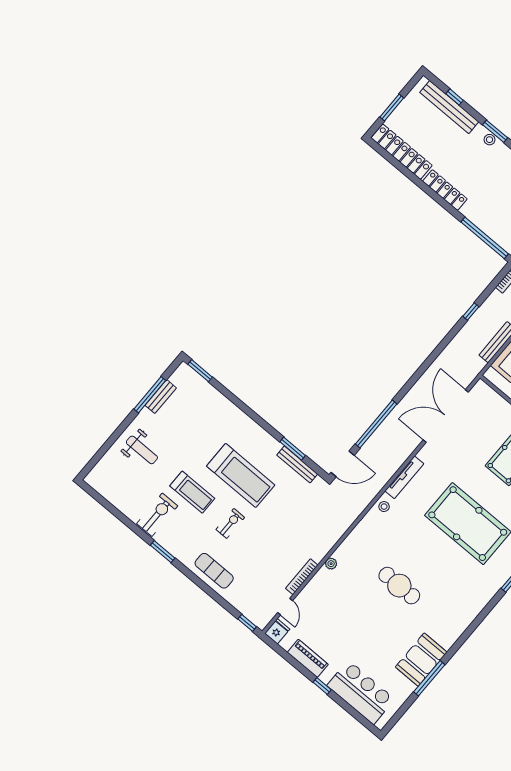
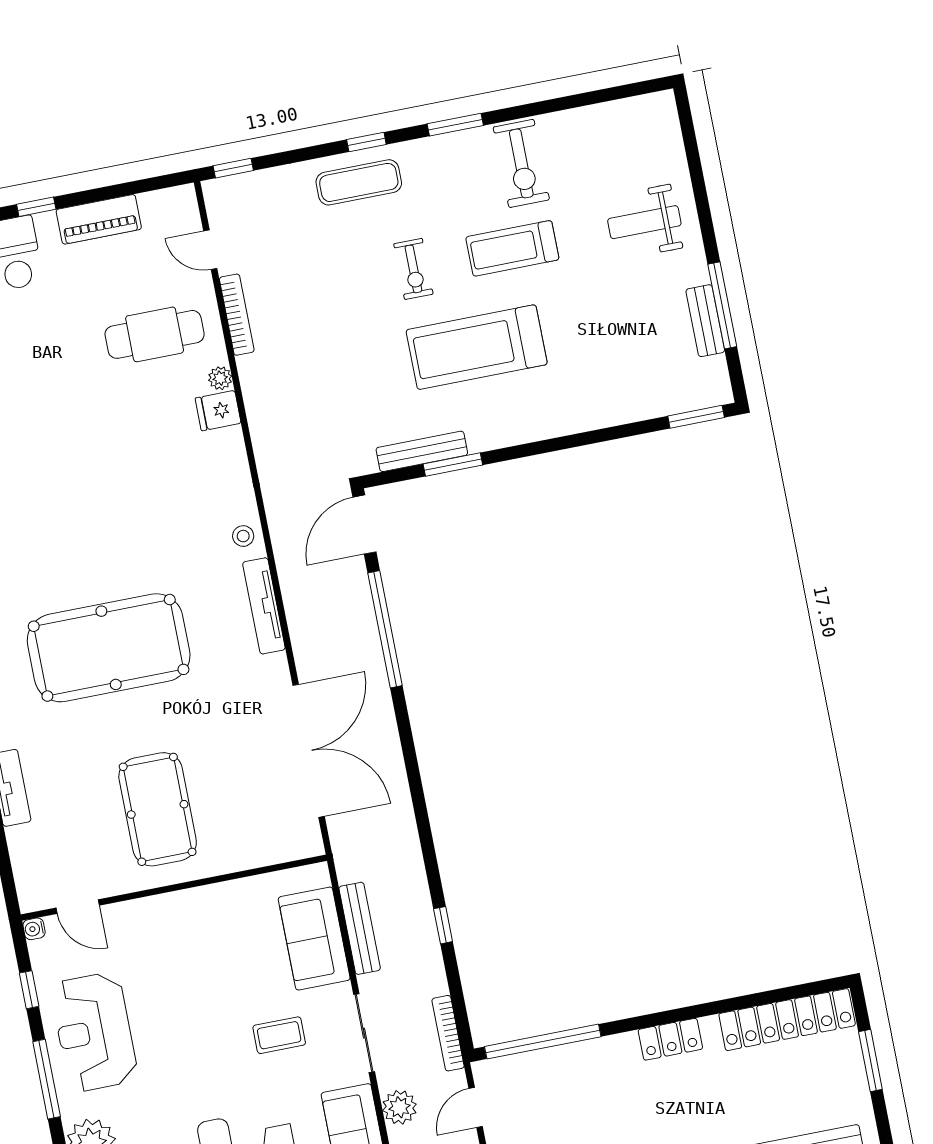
locker: (445, 190) -> (670, 1039), width x0.66
window: (196, 580) -> (366, 142), added
cafe table: (399, 586) -> (155, 334), moved
fridge: (277, 631) -> (218, 411), moved, turned 90

